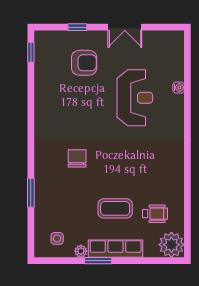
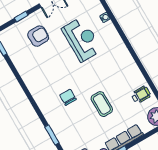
coffee table: (115, 208) -> (102, 104), moved, turned 90
wheelchair: (155, 214) -> (141, 95), moved

